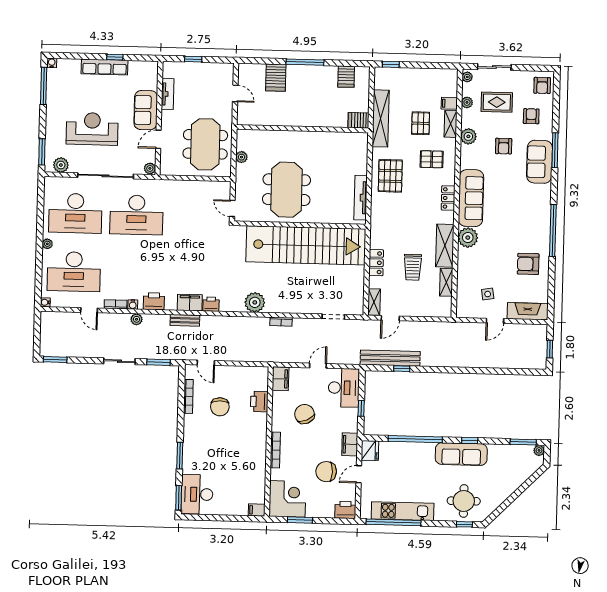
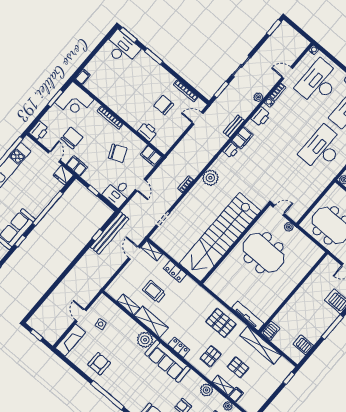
plant: (241, 157) -> (289, 227), moved
tv unit: (361, 198) -> (248, 316), moved
desk: (344, 388) -> (118, 193), width x0.73

